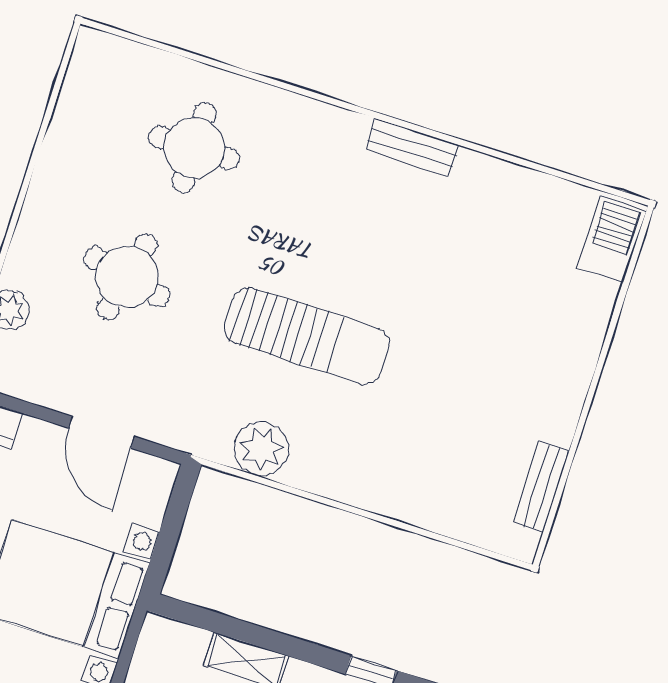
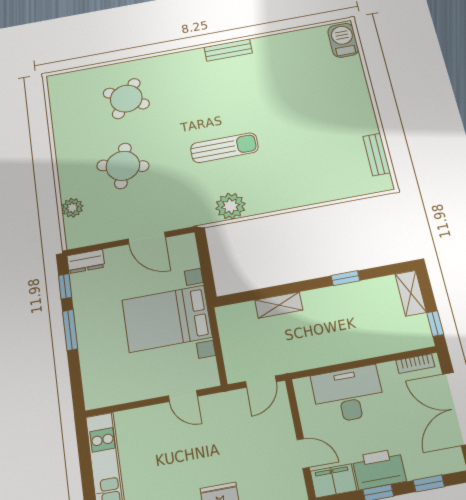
round table: (194, 148) -> (126, 99), turned 32
sun lounger: (307, 336) -> (224, 148), width x0.73, depth x0.75

